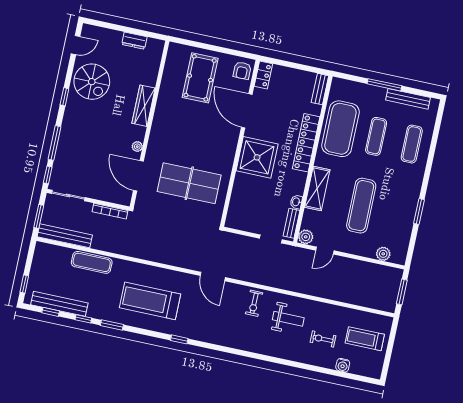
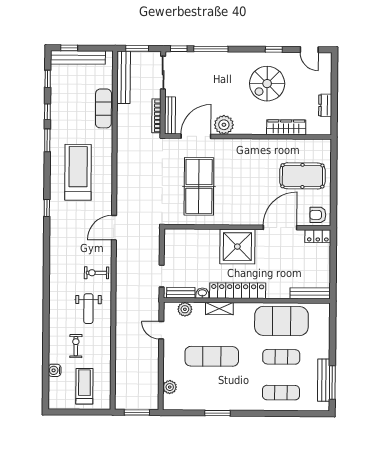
spiral stairs: (92, 82) -> (267, 84), moved
window: (384, 85) -> (332, 383), moved
bench: (320, 89) -> (310, 293), width x1.36
window: (64, 97) -> (274, 49), moved
wardrobe: (144, 106) -> (286, 127), moved
locker: (306, 143) -> (238, 291), moved
plant: (137, 147) -> (224, 125), width x1.87, depth x1.87
shelving: (317, 189) -> (219, 309), width x0.67, depth x0.75
bench: (112, 197) -> (170, 115), added
plant: (306, 237) -> (185, 309), moved
bench: (59, 304) -> (78, 57), moved, turned 90

